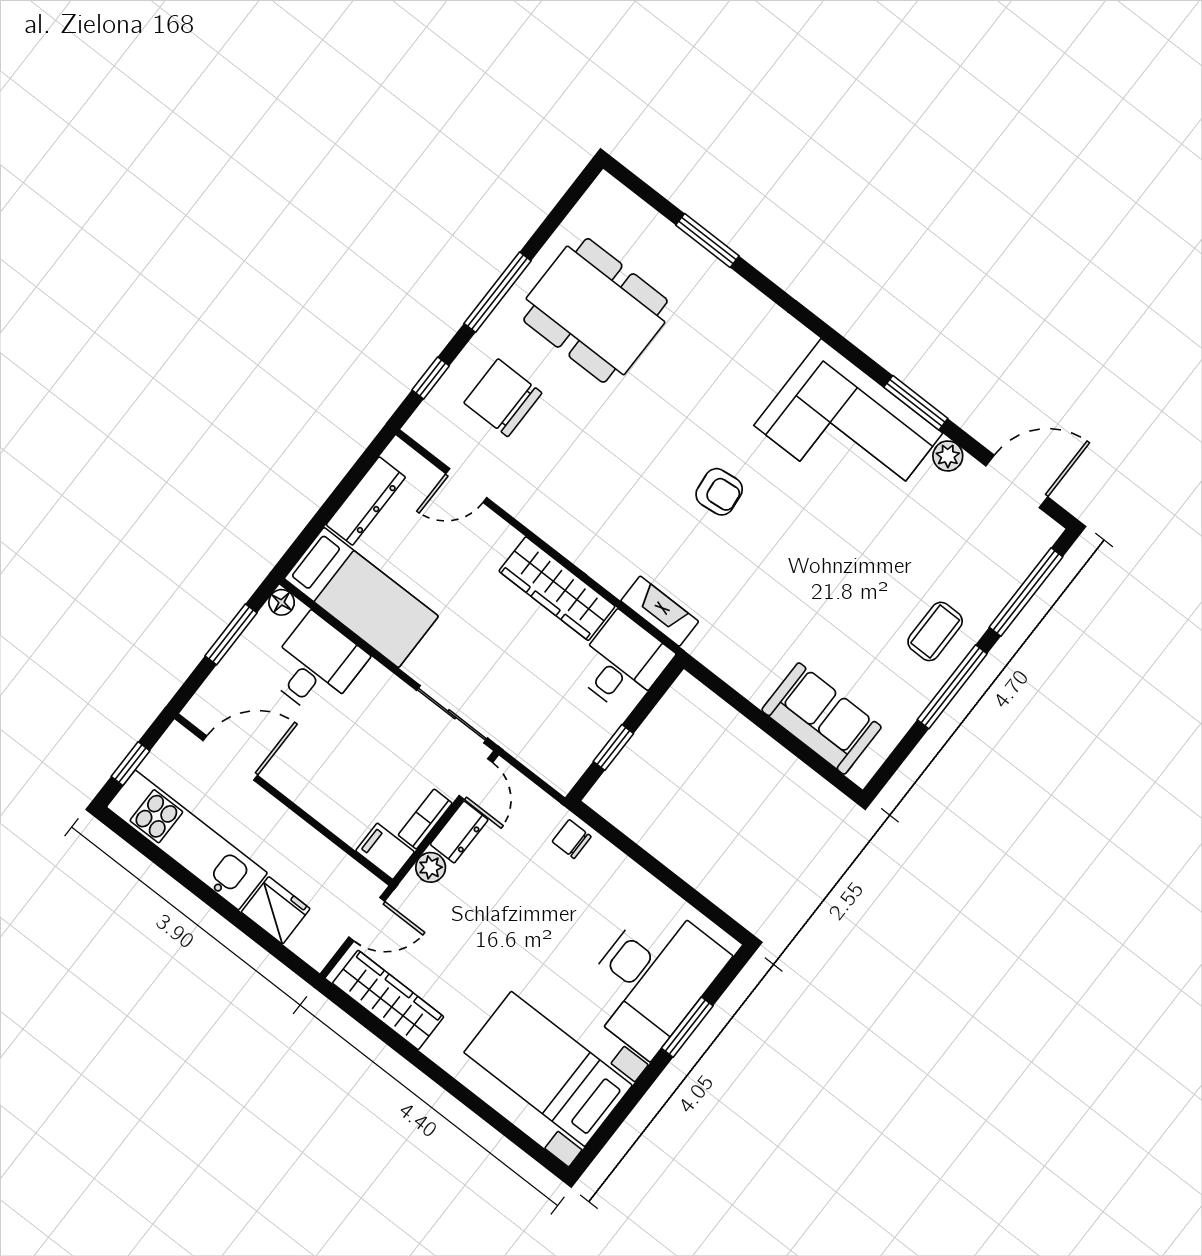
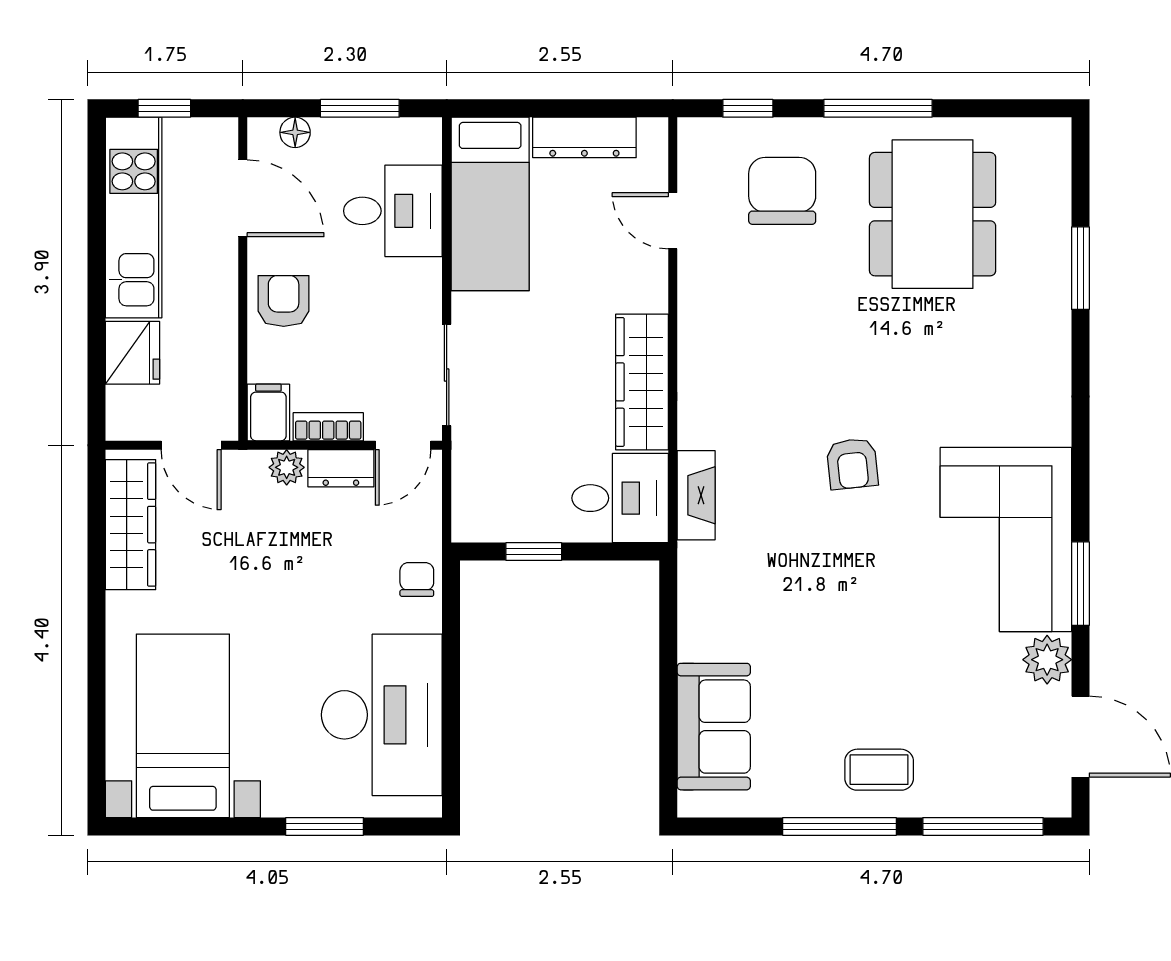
plant: (948, 456) -> (1047, 660), width x1.38, depth x1.38
floor lamp: (282, 602) -> (295, 132), moved
armchair: (319, 784) -> (284, 301), added
desk: (652, 978) -> (382, 715), moved, turned -90

